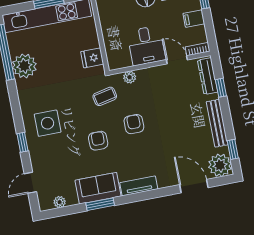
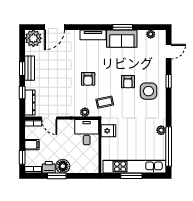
desk: (146, 46) -> (87, 132), moved
plant: (24, 66) -> (161, 130), width x0.53, depth x0.53
bench: (217, 123) -> (30, 68), width x0.73
armchair: (98, 141) -> (128, 82), moved
window: (233, 149) -> (22, 69), moved
door: (194, 186) -> (54, 27), hinge flipped

